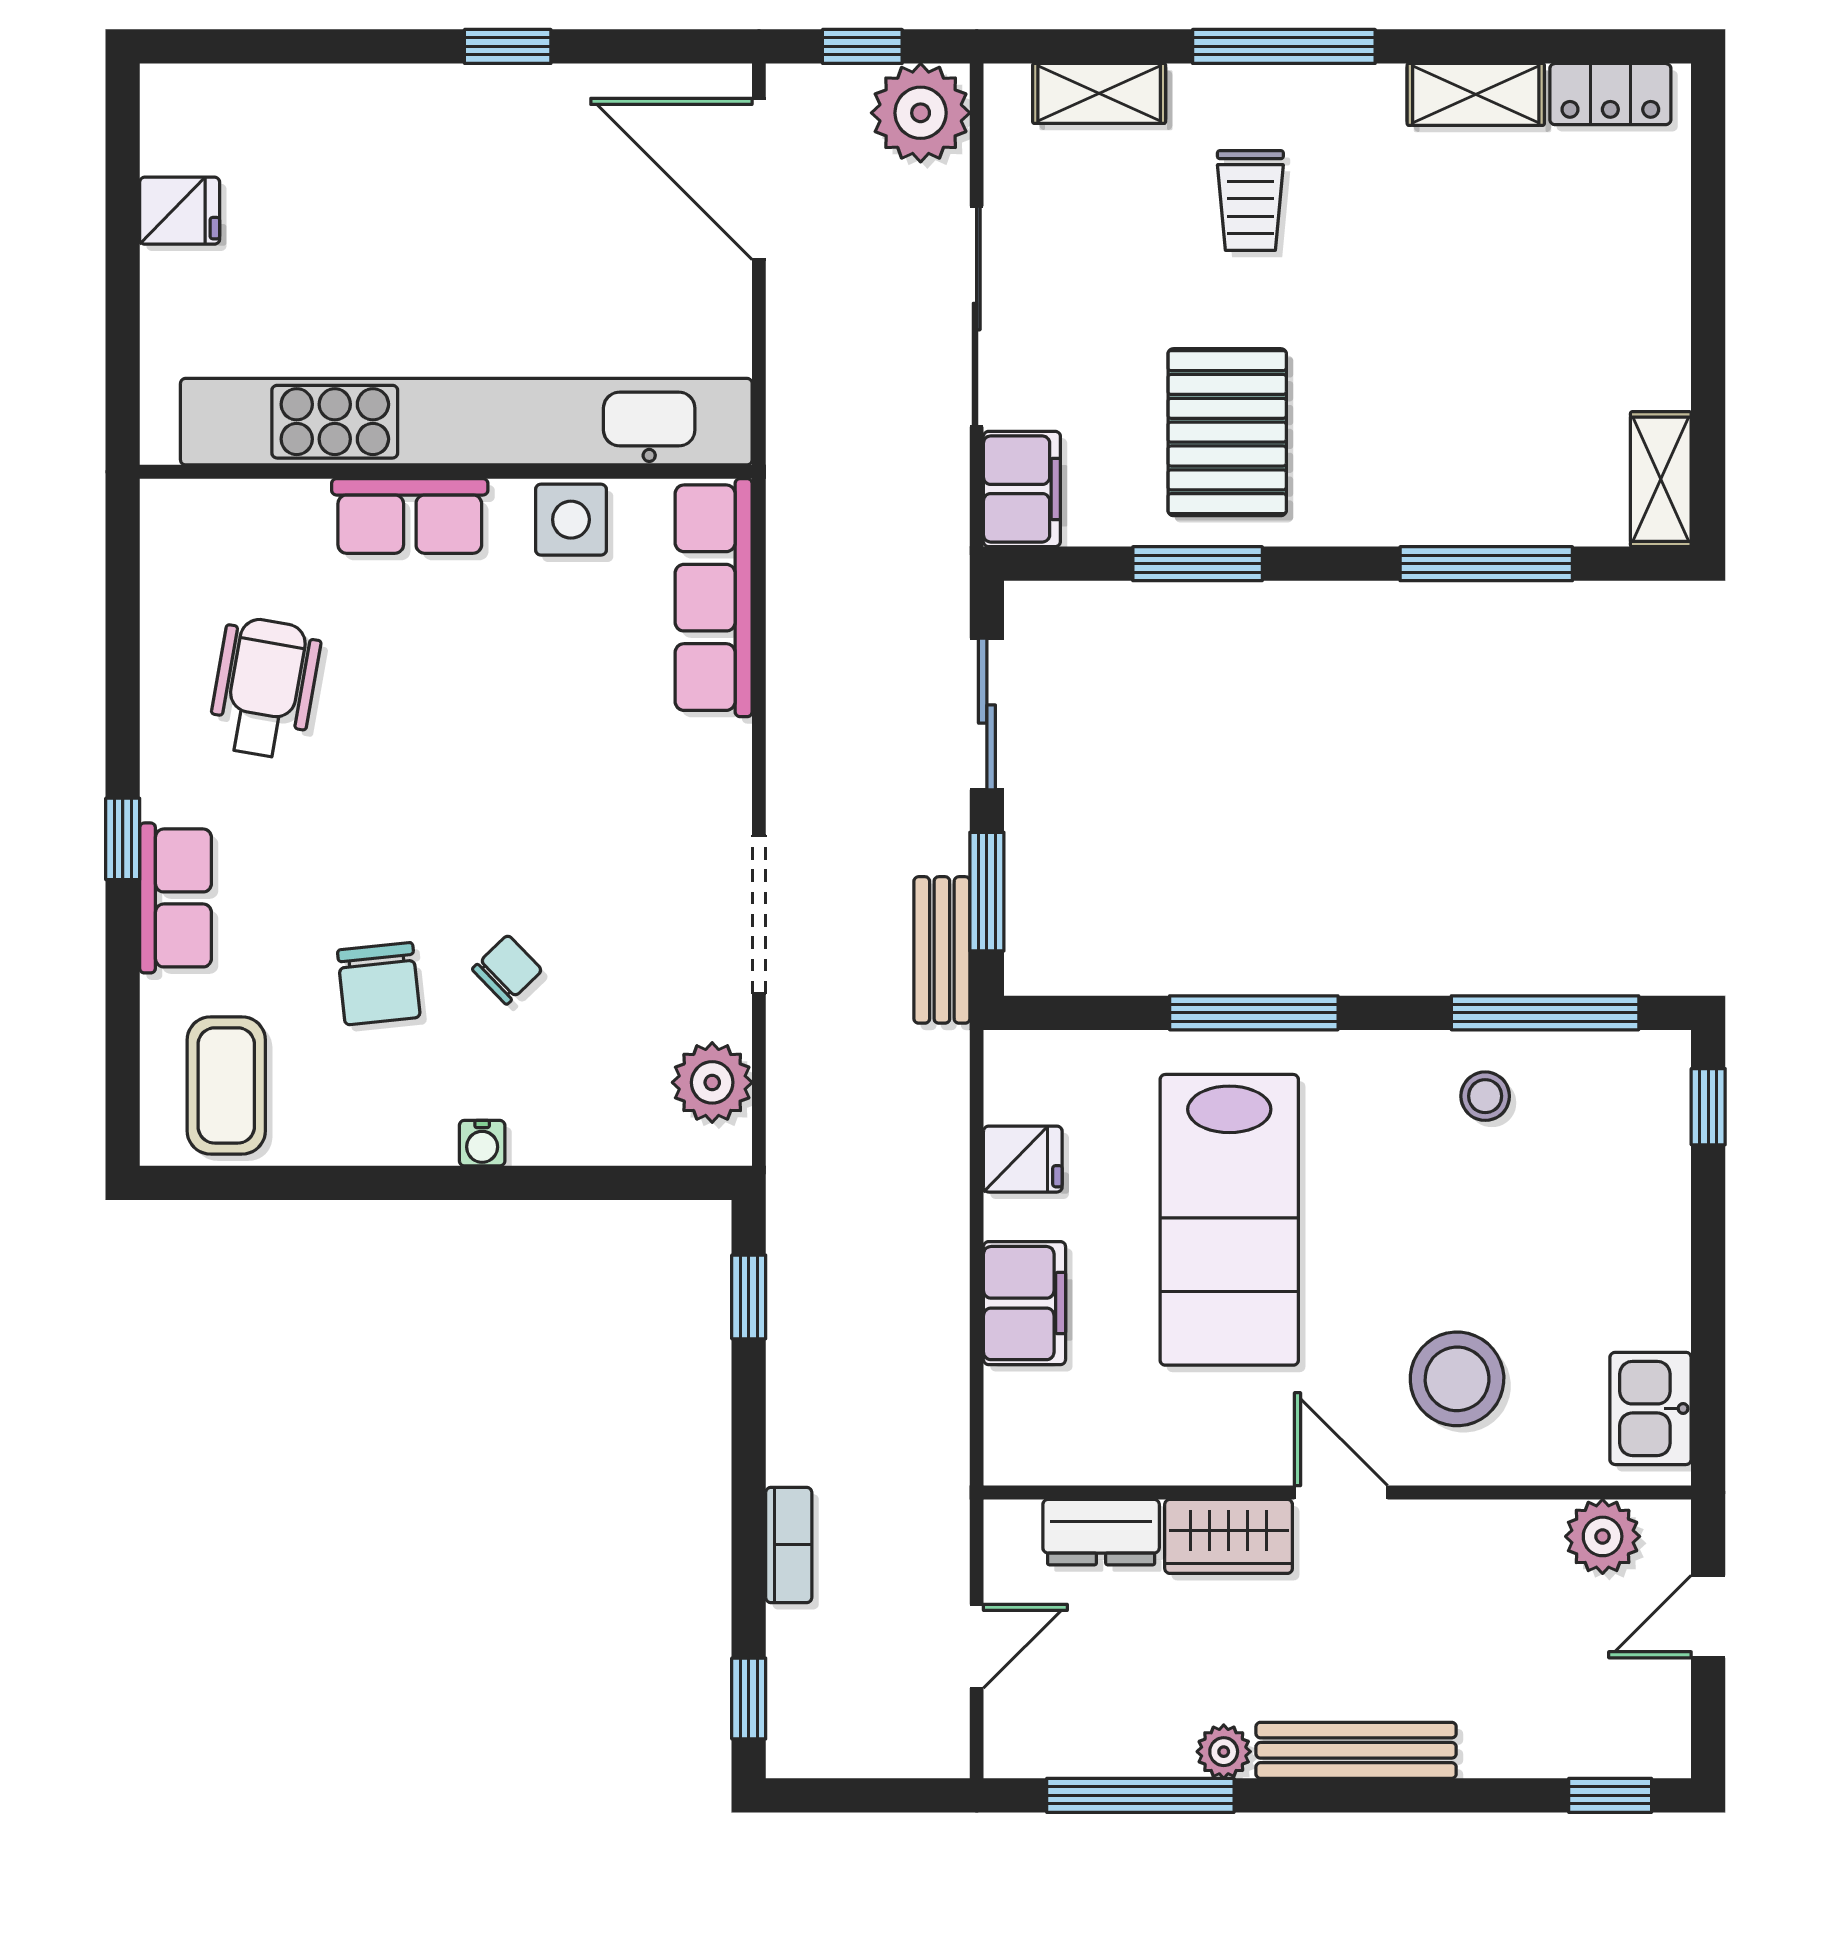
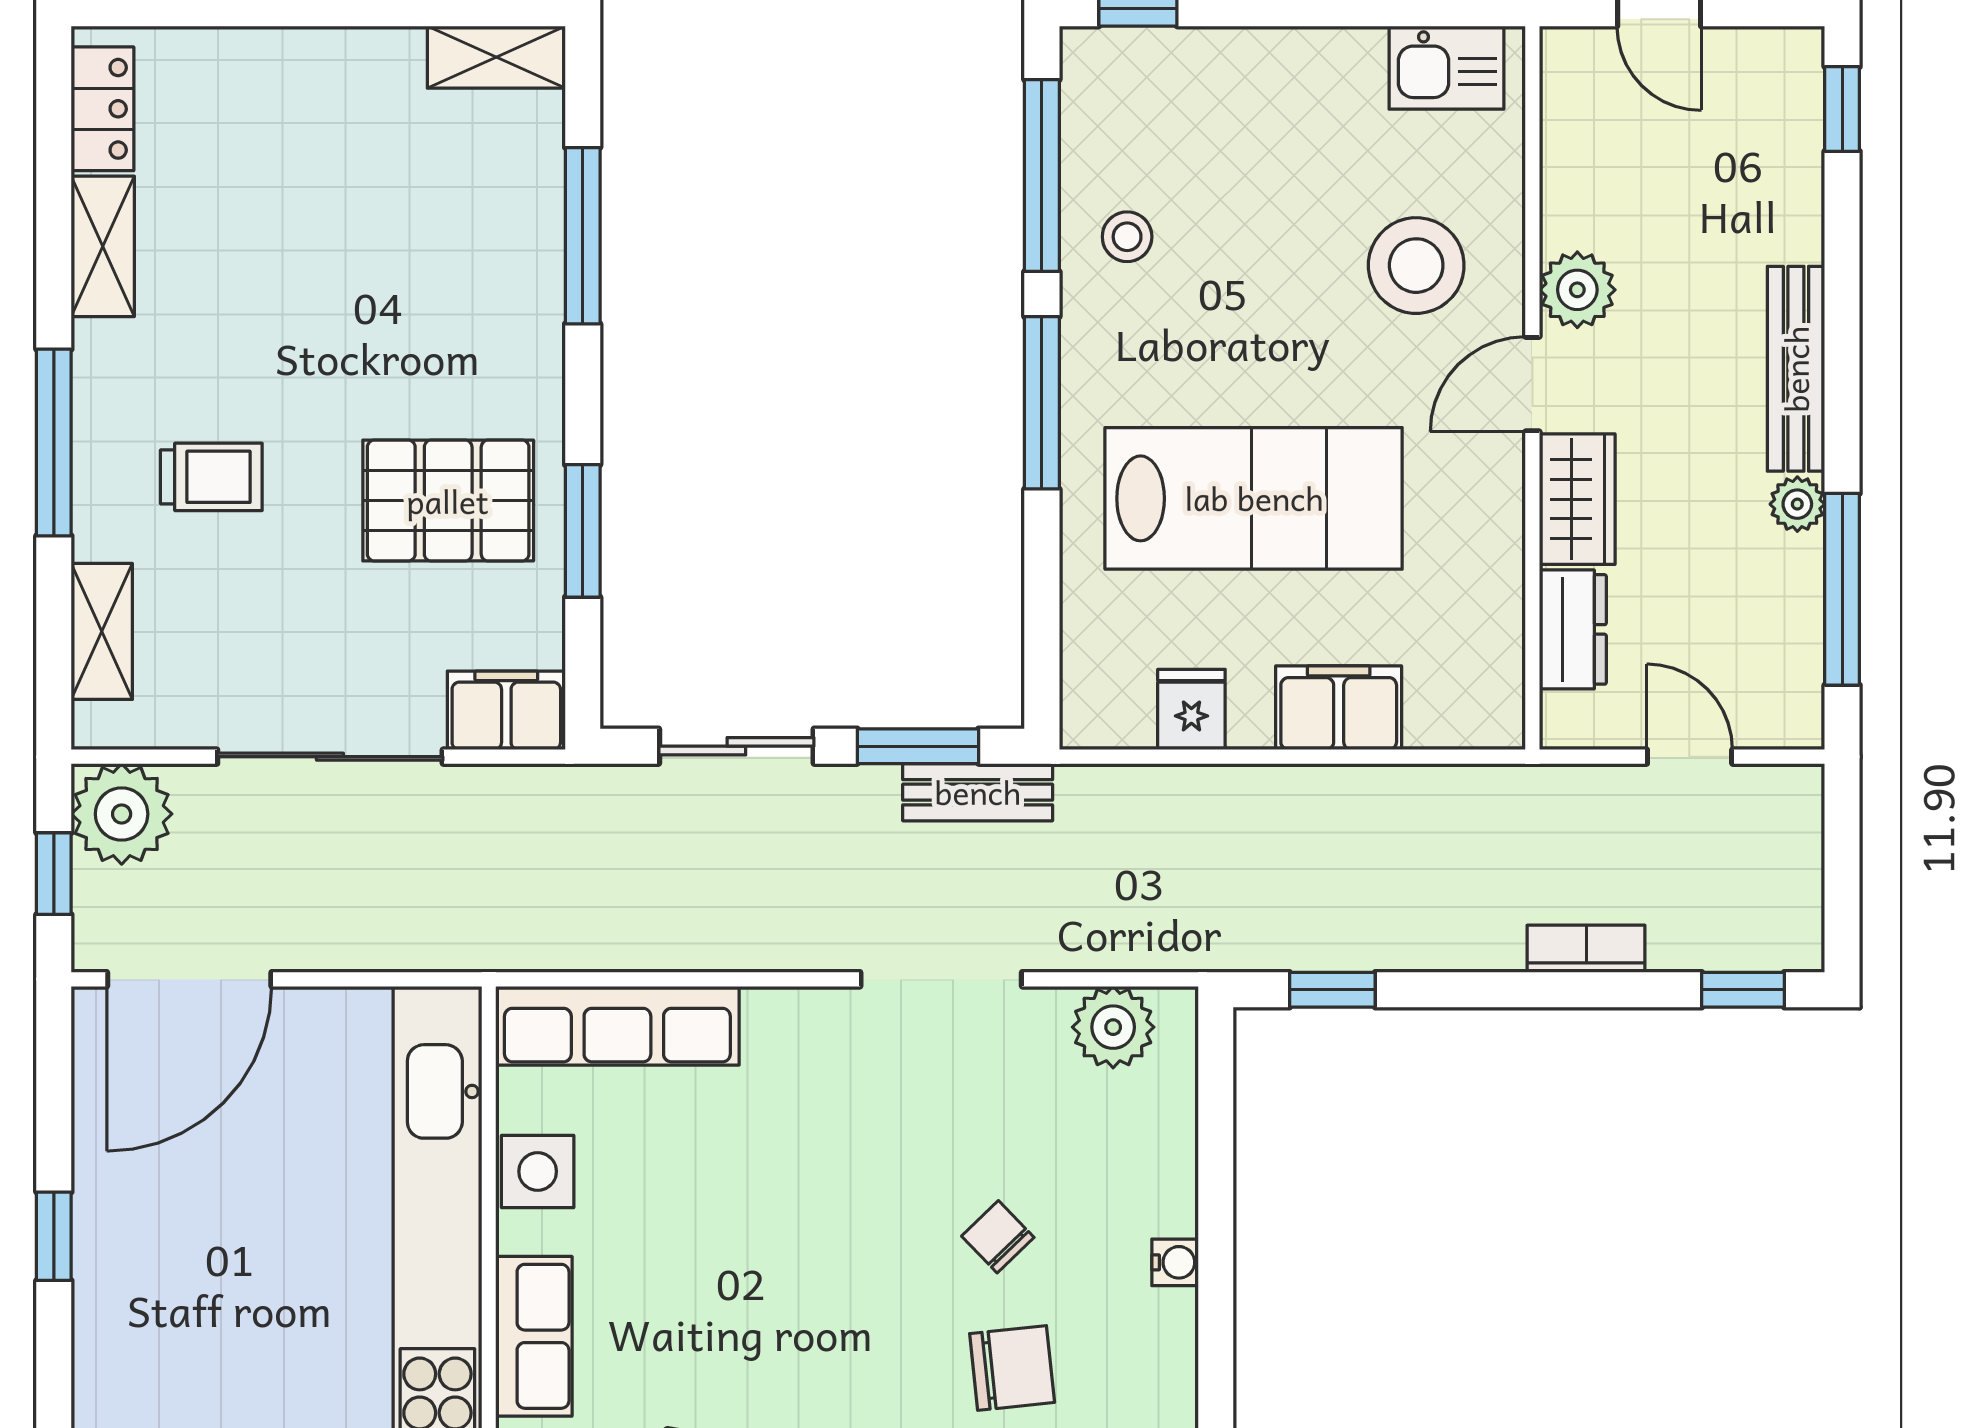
window: (1254, 1013) -> (1042, 403), moved
plant: (1603, 1536) -> (1577, 290), moved

